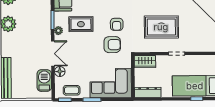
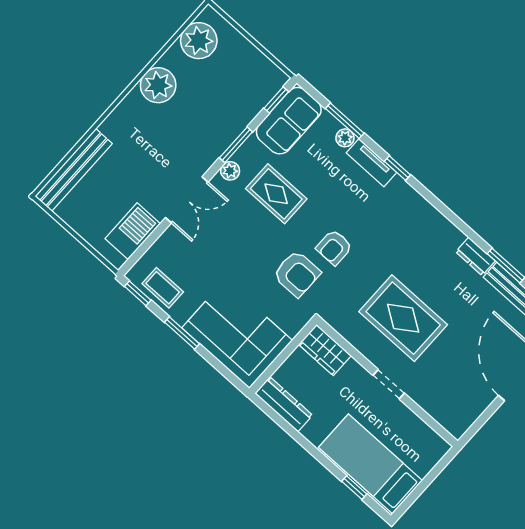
floor lamp: (60, 72) -> (171, 240), removed

